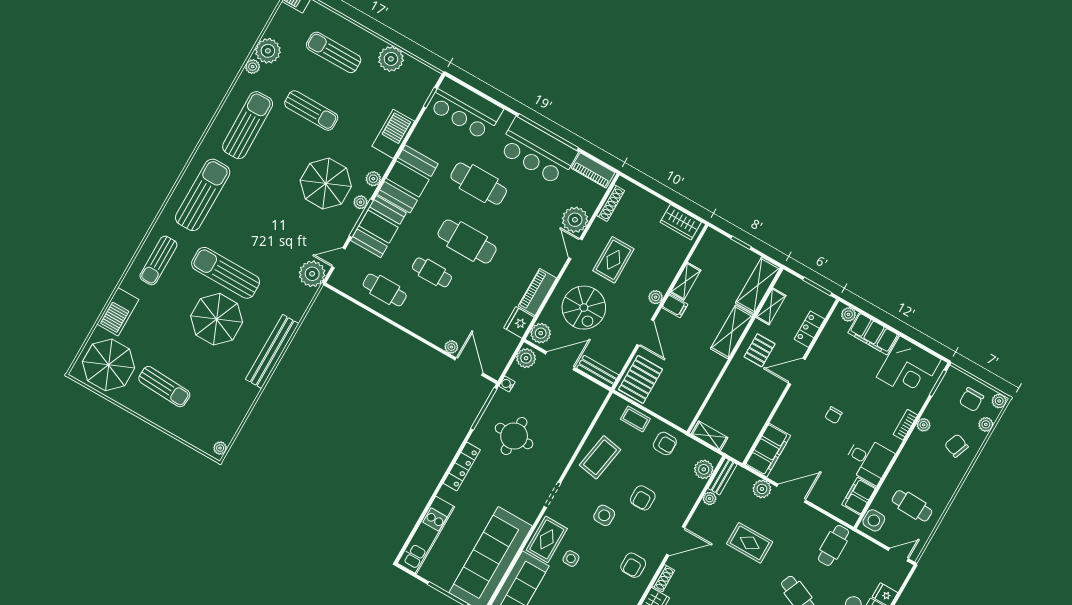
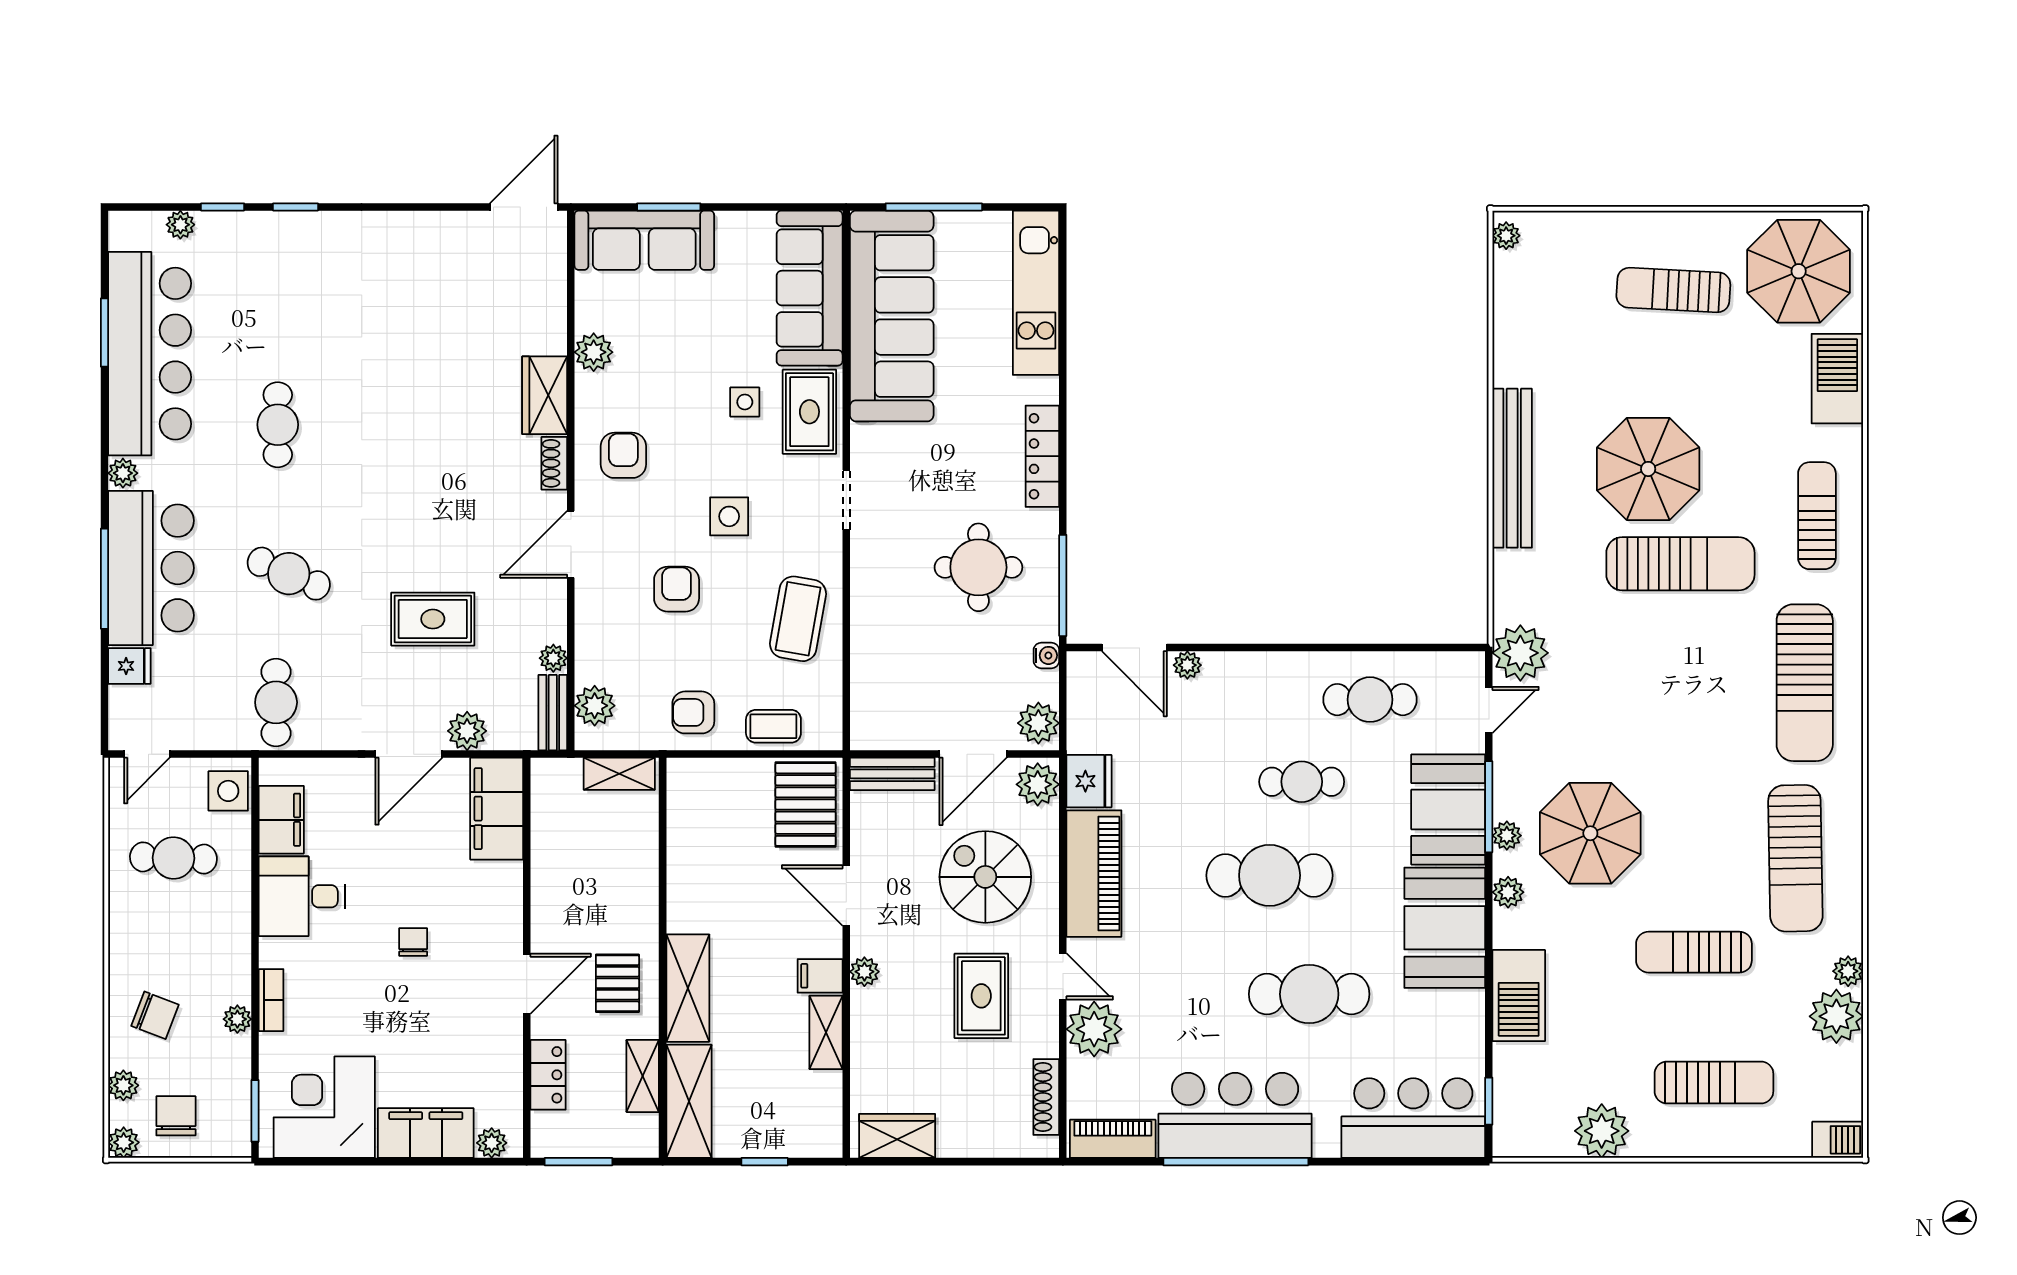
piano: (537, 292) -> (1094, 874), width x1.37, depth x1.33

